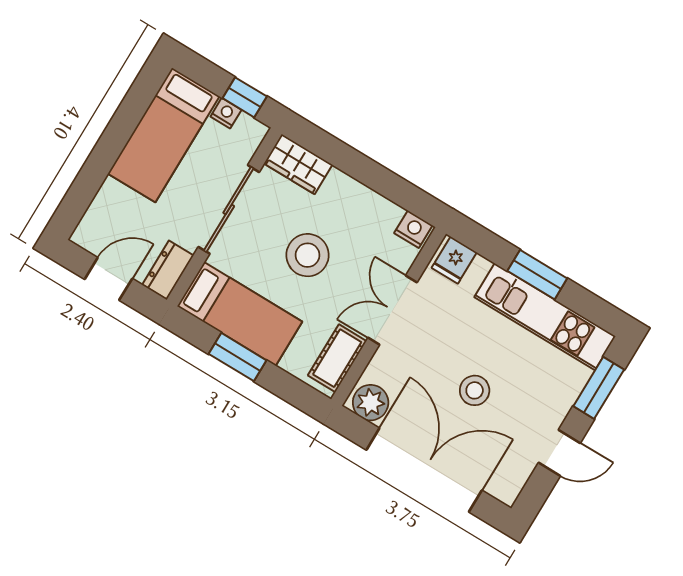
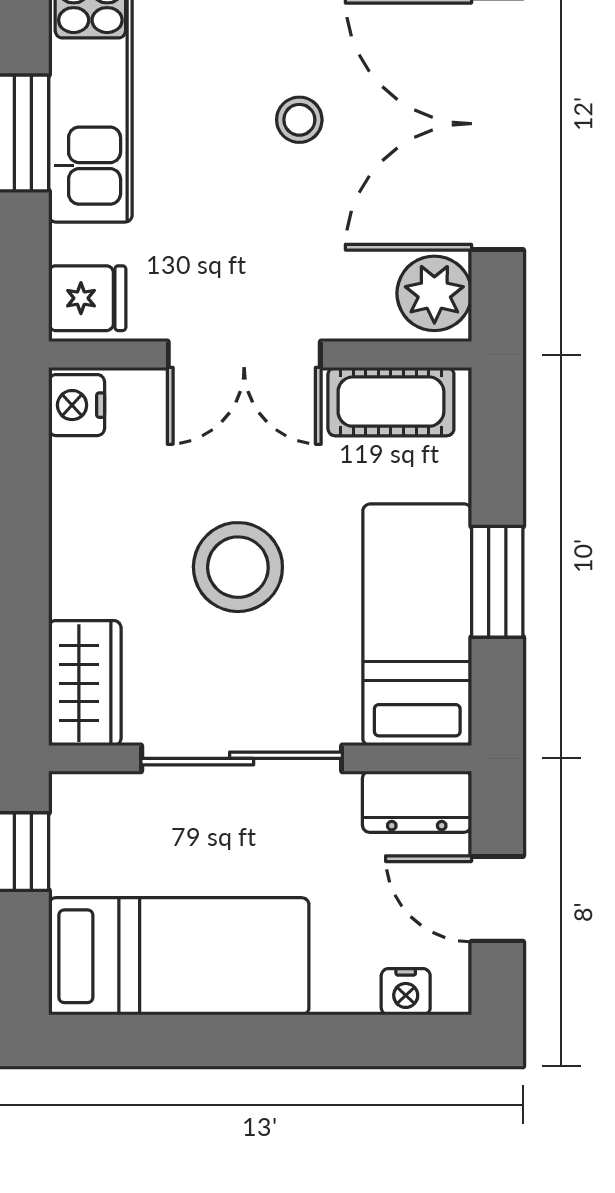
nightstand: (226, 113) -> (406, 992), moved, turned -90
stool: (475, 390) -> (299, 120), width x0.73, depth x0.73

